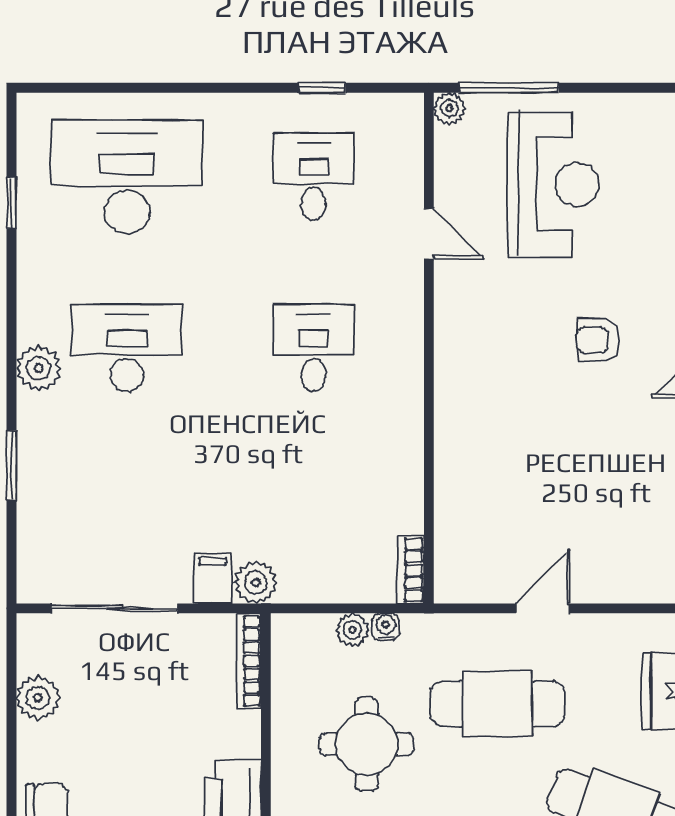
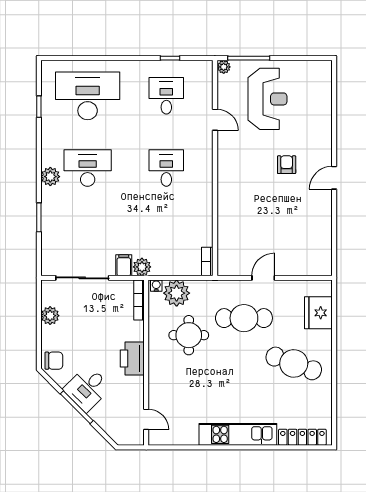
armchair: (598, 340) -> (287, 165), turned 90
water cooler: (386, 627) -> (156, 286), moved
plant: (352, 630) -> (177, 293), width x1.87, depth x1.87

